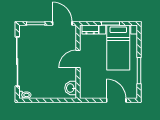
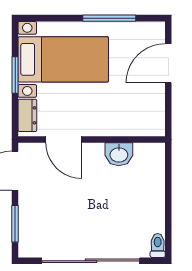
door: (78, 59) -> (64, 139), moved
washbasin: (71, 88) -> (119, 154), moved

